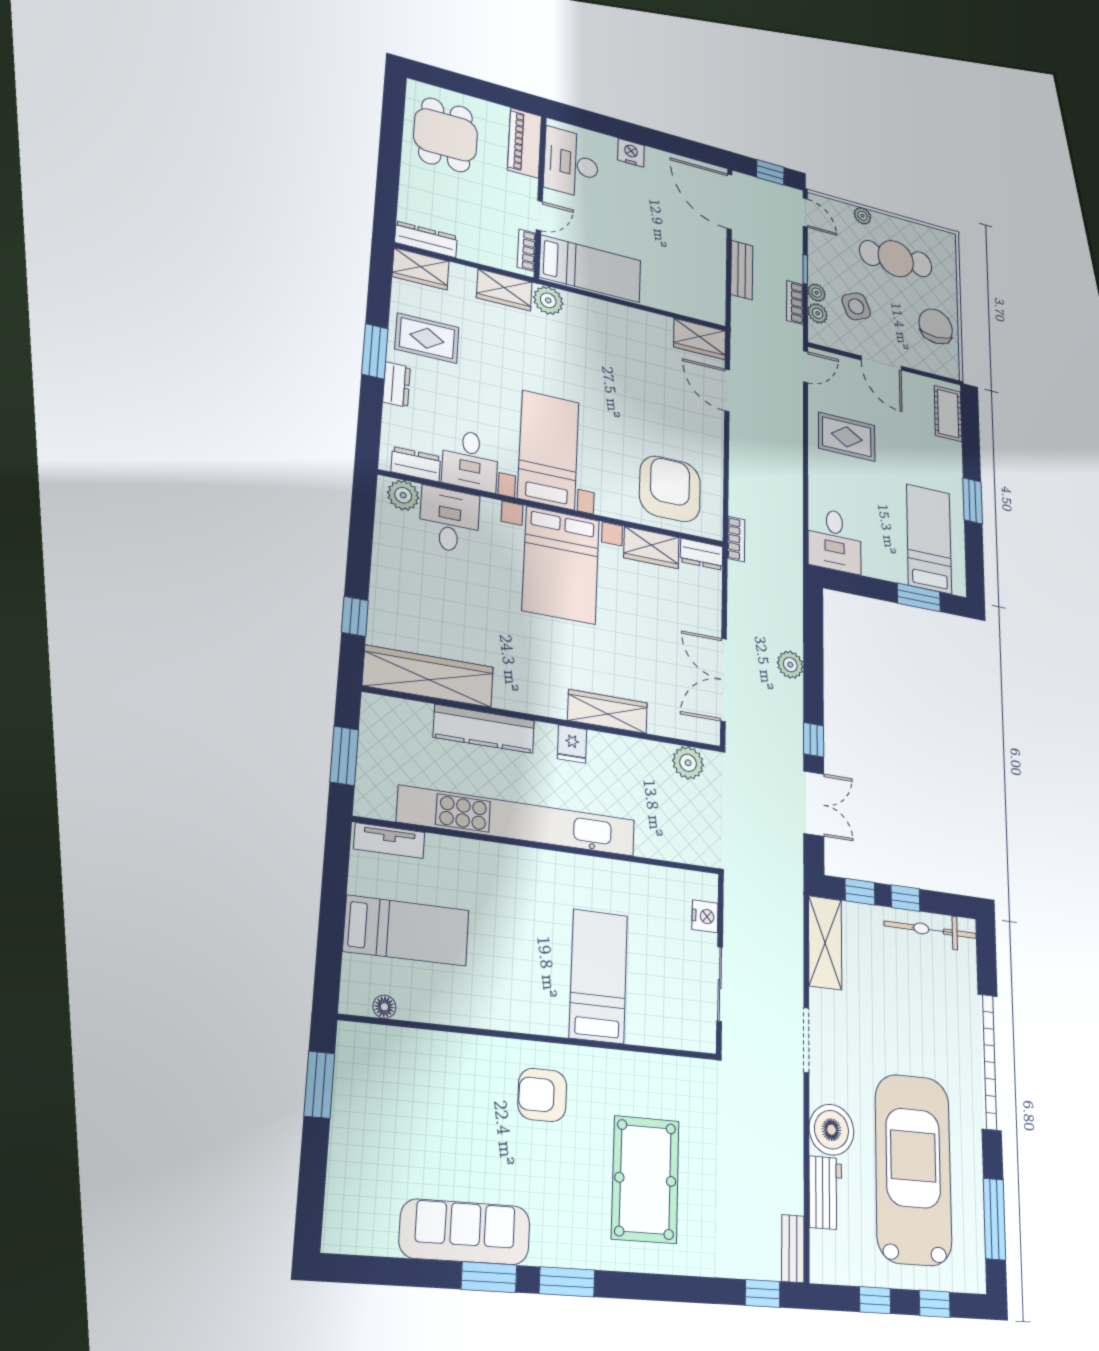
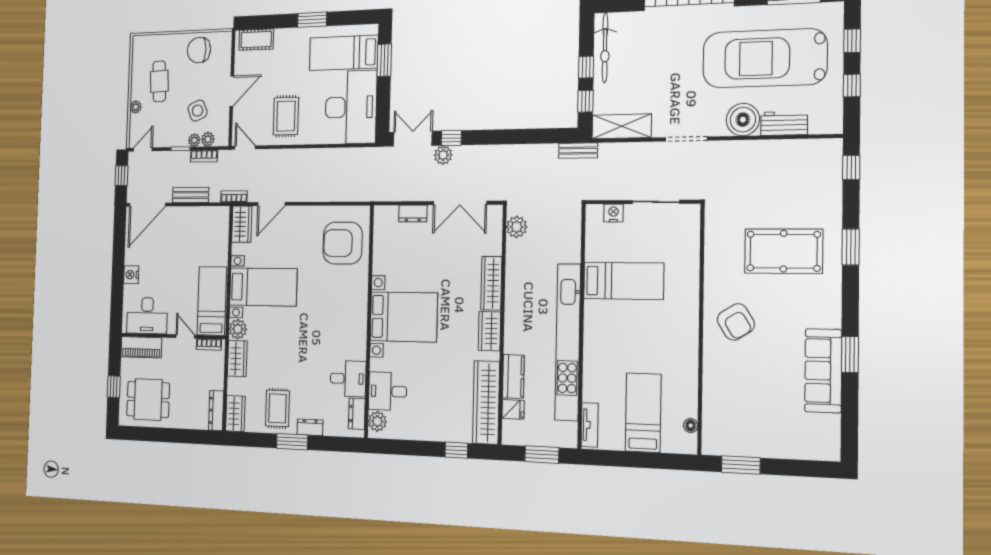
window: (466, 85) -> (114, 387), added
cafe table: (896, 259) -> (159, 81), width x0.73, depth x0.74
bed with nightstands: (548, 450) -> (263, 287), moved, turned 180
bookcase: (736, 539) -> (234, 197), moved
desk: (835, 540) -> (351, 107), width x1.87, depth x1.30
wardrobe: (651, 548) -> (490, 331), moved, turned 180
dresser: (702, 554) -> (413, 213), moved, turned 90
kitchen counter: (484, 729) -> (513, 376), width x0.67
window: (814, 740) -> (451, 138), moved
fridge: (572, 744) -> (513, 409), moved
double door: (814, 804) -> (413, 139), moved
bed: (598, 976) -> (624, 281), moved, turned 180
armchair: (542, 1095) -> (736, 322), turned -32
bench: (793, 1249) -> (578, 151), moved
window: (567, 1282) -> (851, 247), moved

